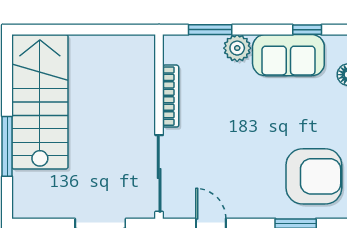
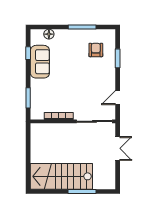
plant: (237, 48) -> (37, 85), removed
armchair: (314, 176) -> (96, 50), width x0.53, depth x0.53

